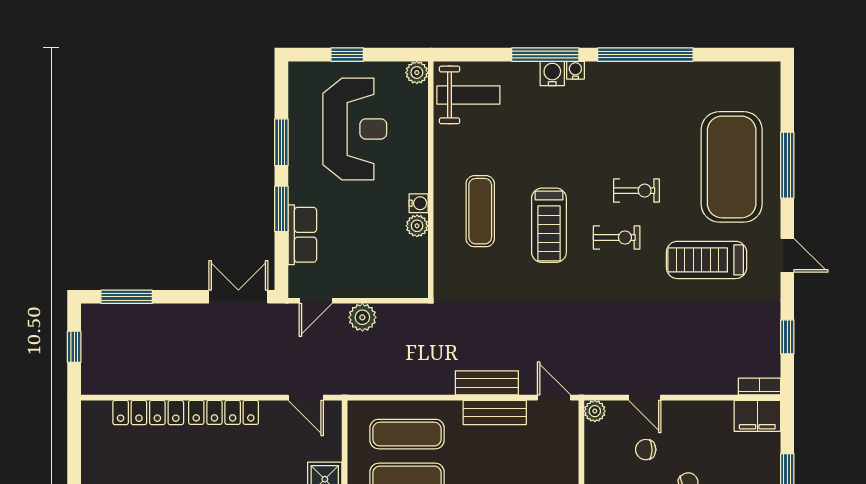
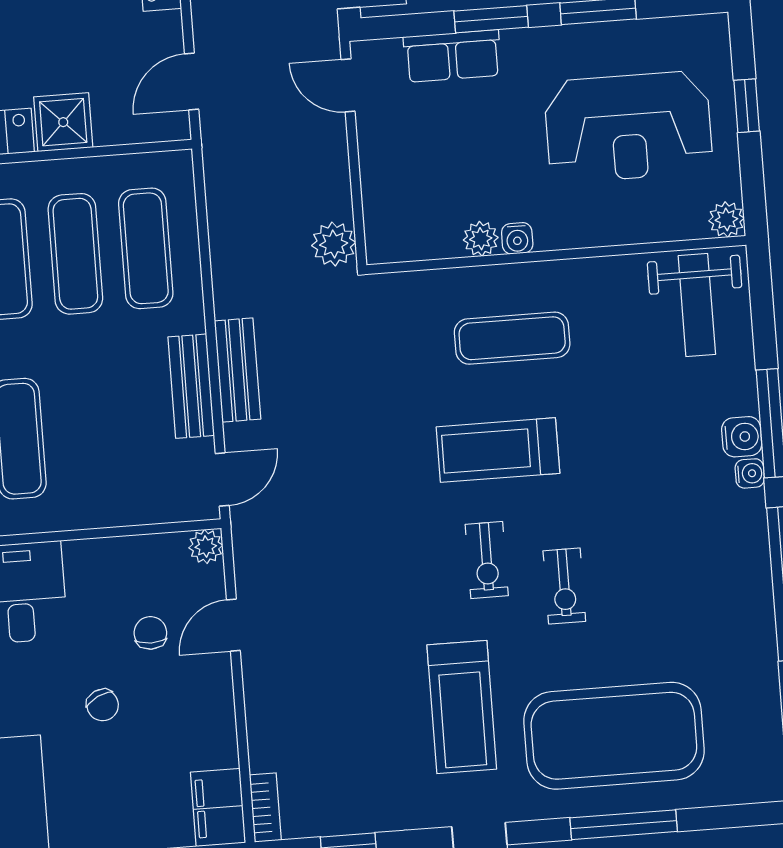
treadmill: (707, 260) -> (462, 707), turned 180
plant: (362, 317) -> (334, 244), moved

